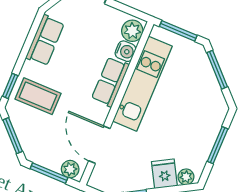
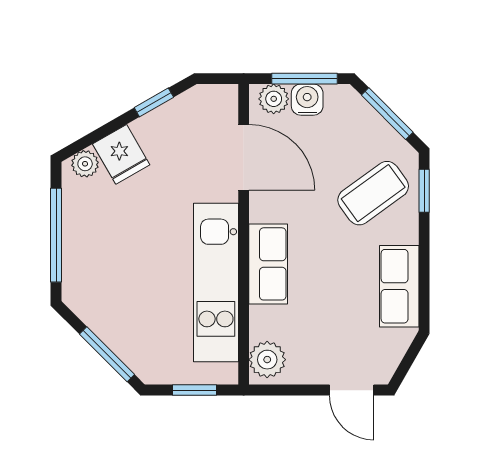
window: (178, 31) -> (194, 390), width x0.67
water cooler: (125, 51) -> (307, 100), moved, turned 90
coffee table: (38, 96) -> (373, 193), turned -36
window: (218, 145) -> (56, 235), width x1.44

